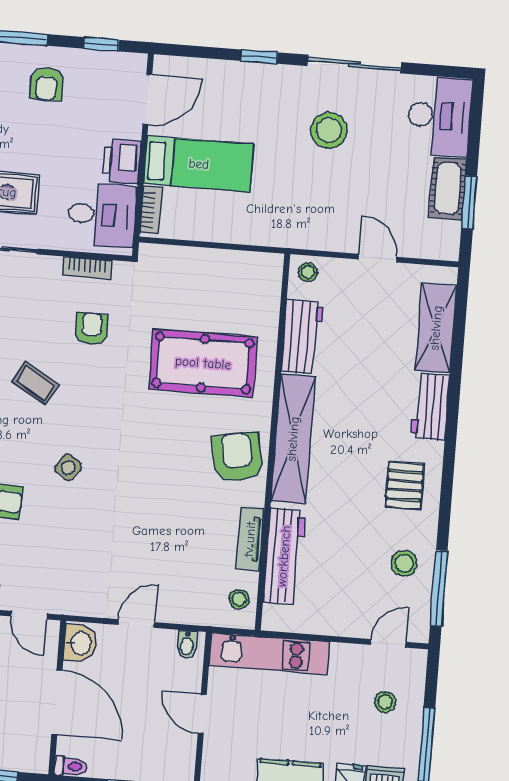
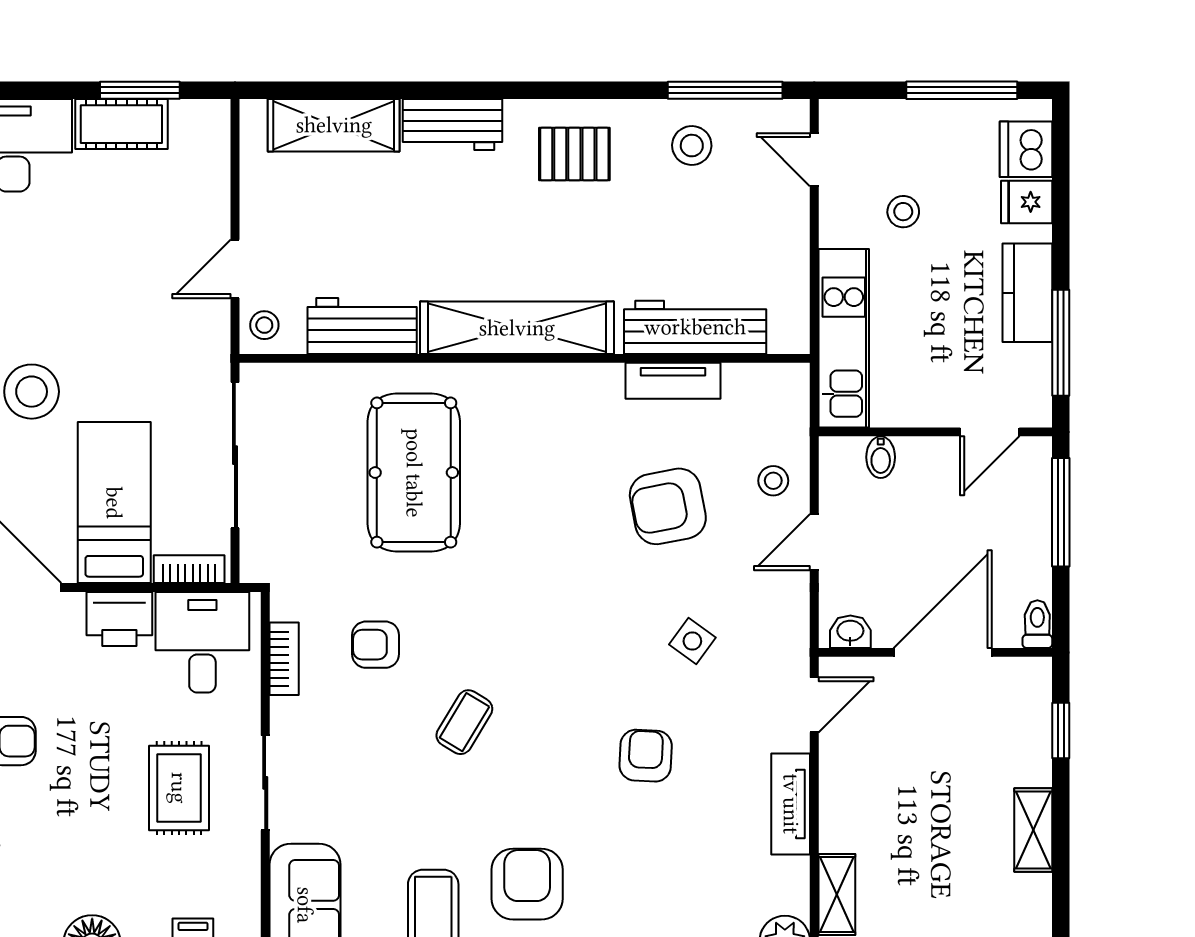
stool: (329, 130) -> (32, 392), moved
sliding door: (224, 246) -> (235, 455), added
door: (378, 258) -> (235, 269), moved
armchair: (237, 457) -> (668, 506), moved
side table: (68, 468) -> (692, 641), moved
stool: (239, 599) -> (773, 481), moved
door: (136, 624) -> (814, 542), hinge flipped
washbasin: (80, 643) -> (850, 632), width x0.72, depth x0.69
bidet: (187, 644) -> (881, 457), moved, turned 90
stool: (385, 702) -> (903, 212), moved
door: (202, 714) -> (990, 432), moved

